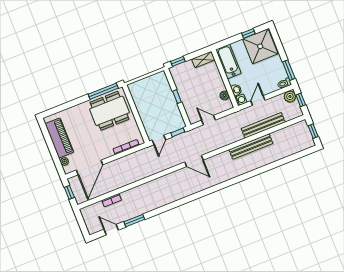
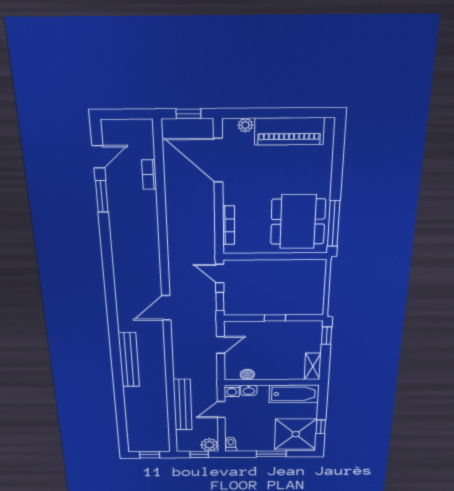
window: (289, 70) -> (271, 454), moved
door: (258, 100) -> (221, 410), swing flipped
bench: (251, 147) -> (129, 360), moved

